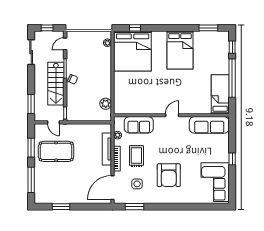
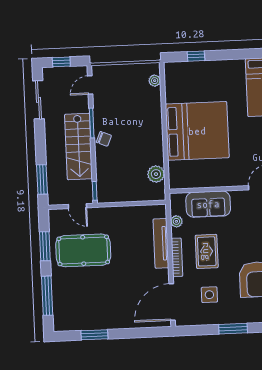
bed: (133, 51) -> (197, 131), moved, turned -90
window: (135, 207) -> (233, 329), moved

